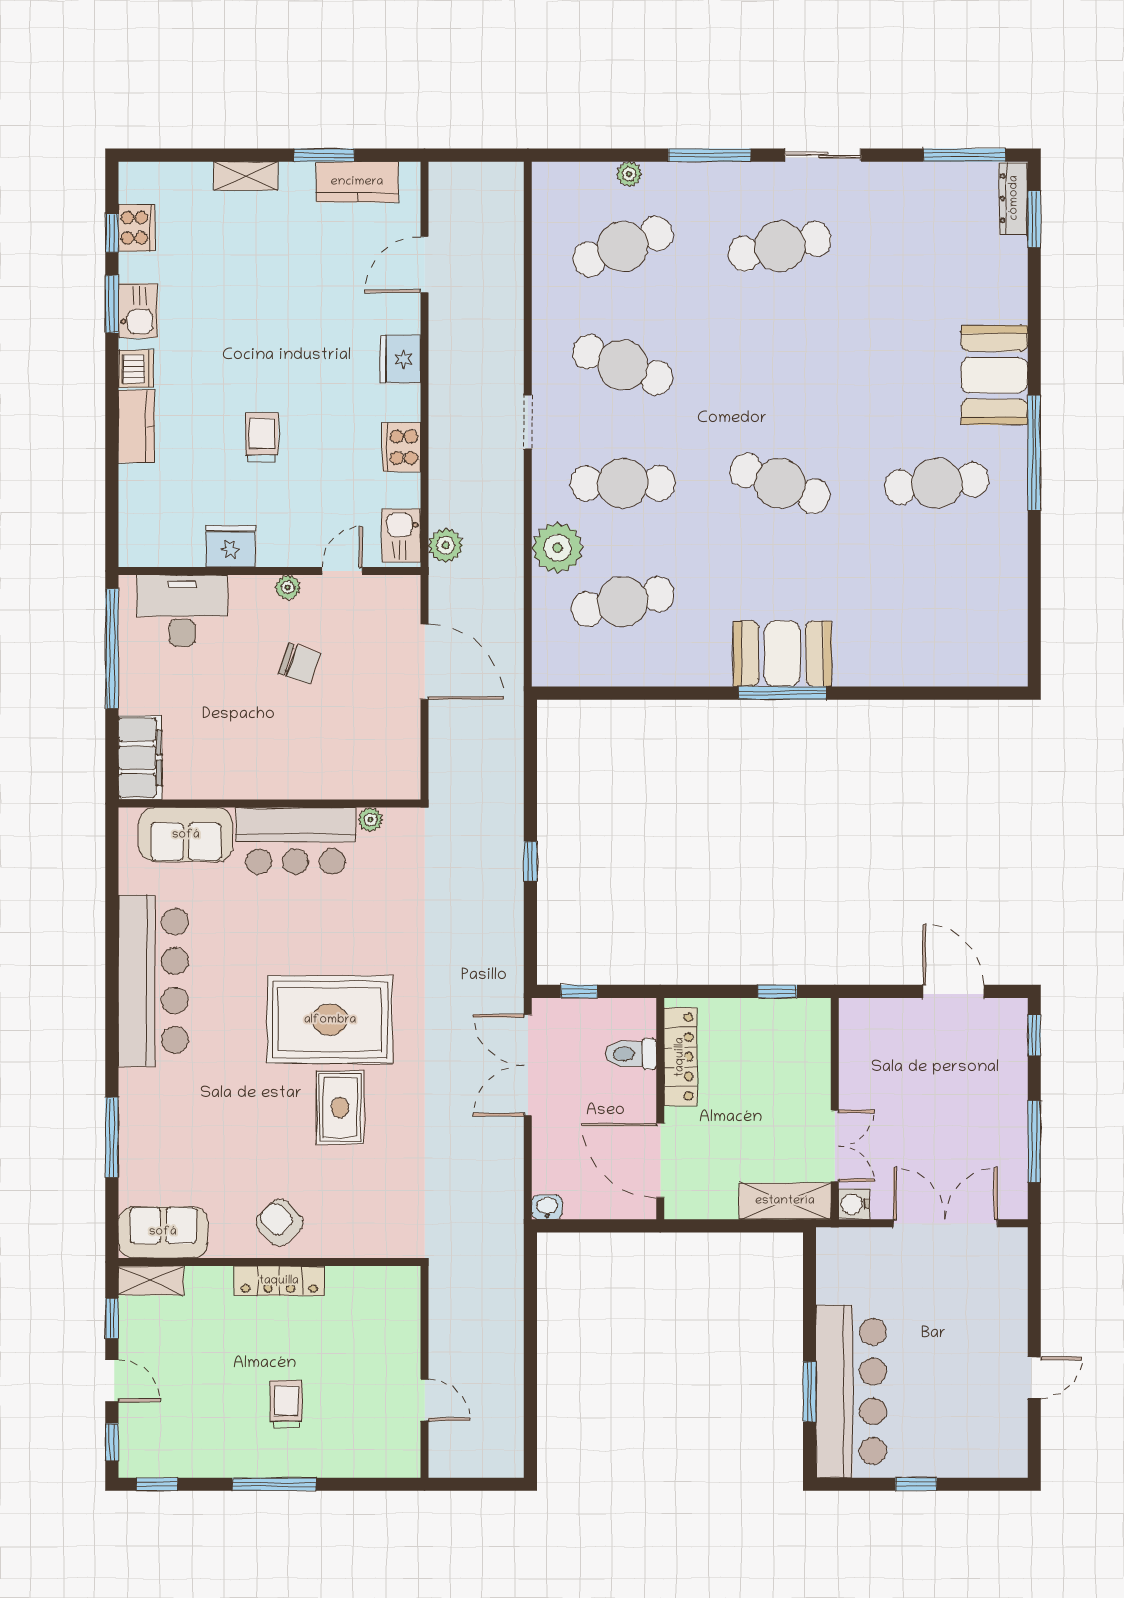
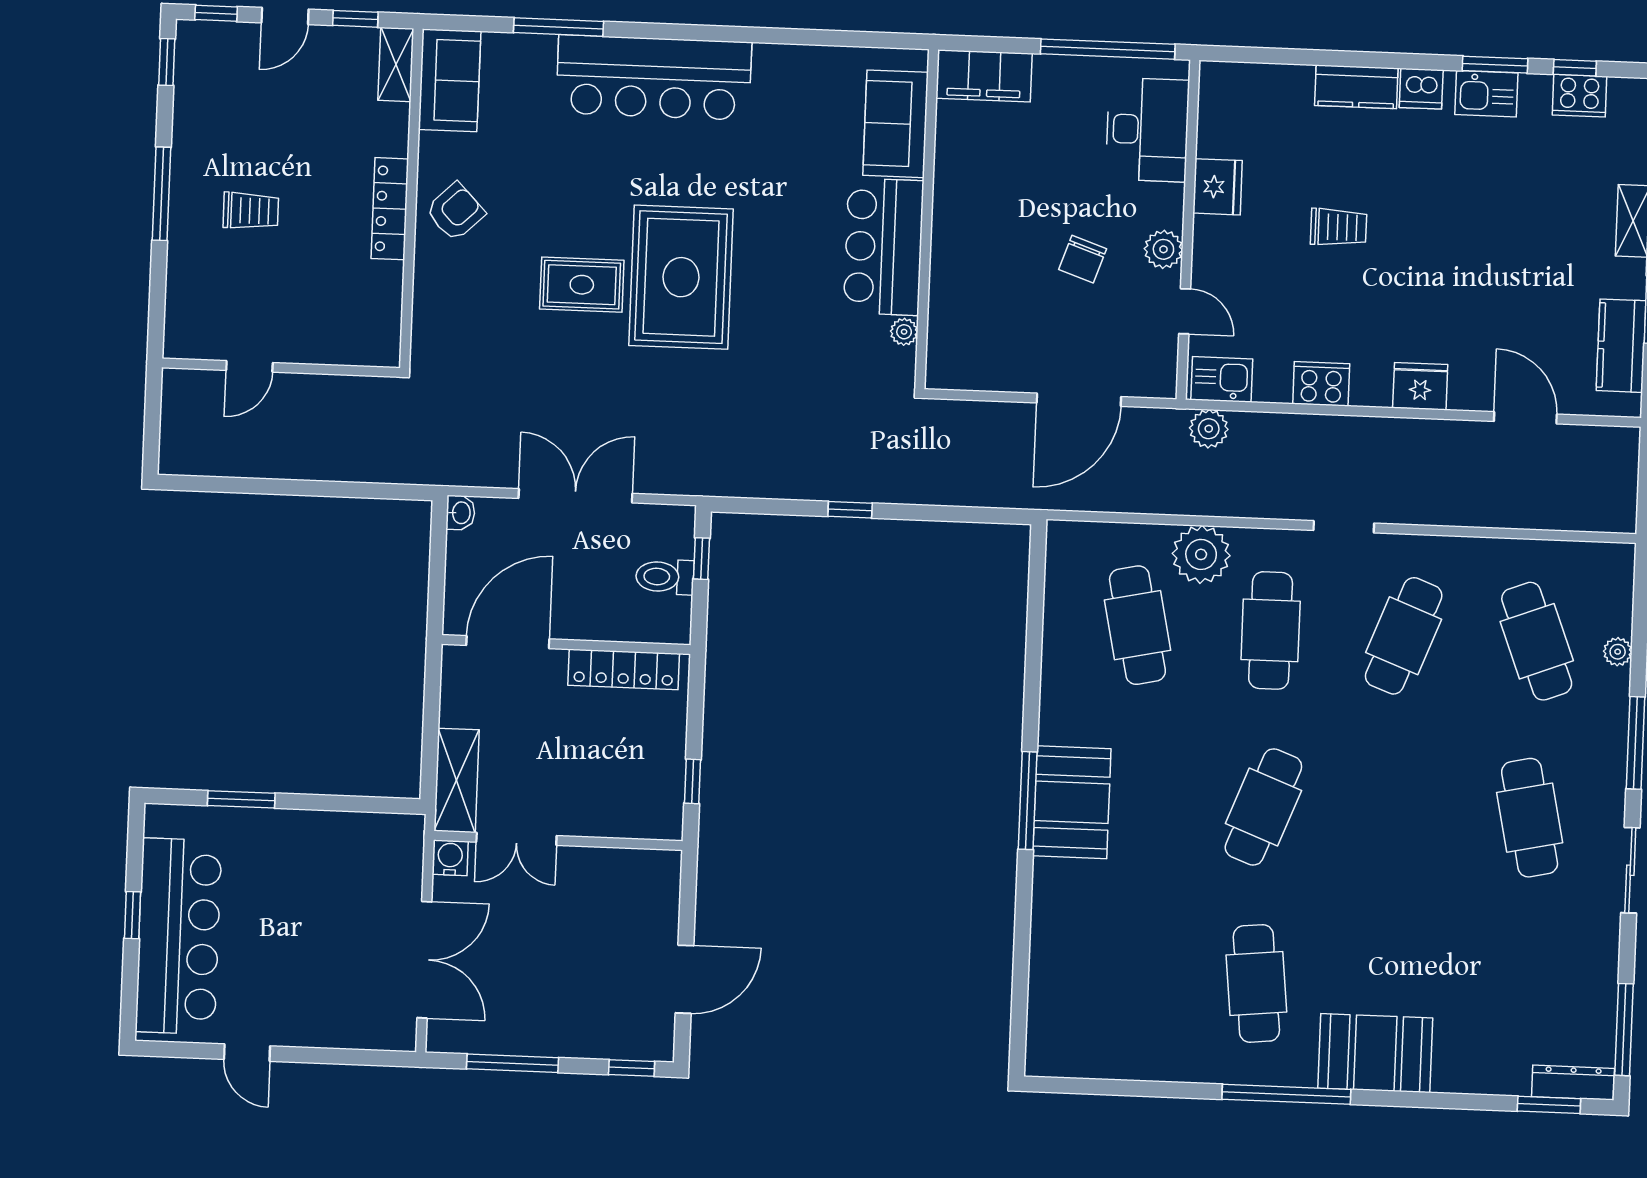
plant: (288, 587) -> (1163, 249), width x1.38, depth x1.38
bar counter: (153, 981) -> (654, 77), moved
toilet: (631, 1054) -> (665, 577), moved, turned -90
double door: (528, 1065) -> (575, 496), moved
bar counter: (851, 1391) -> (179, 936), moved, turned -90

